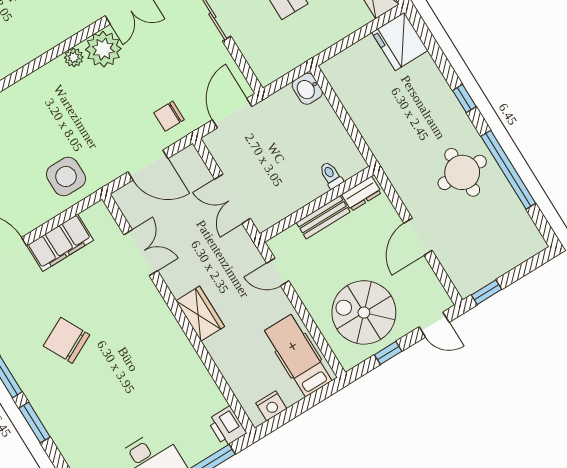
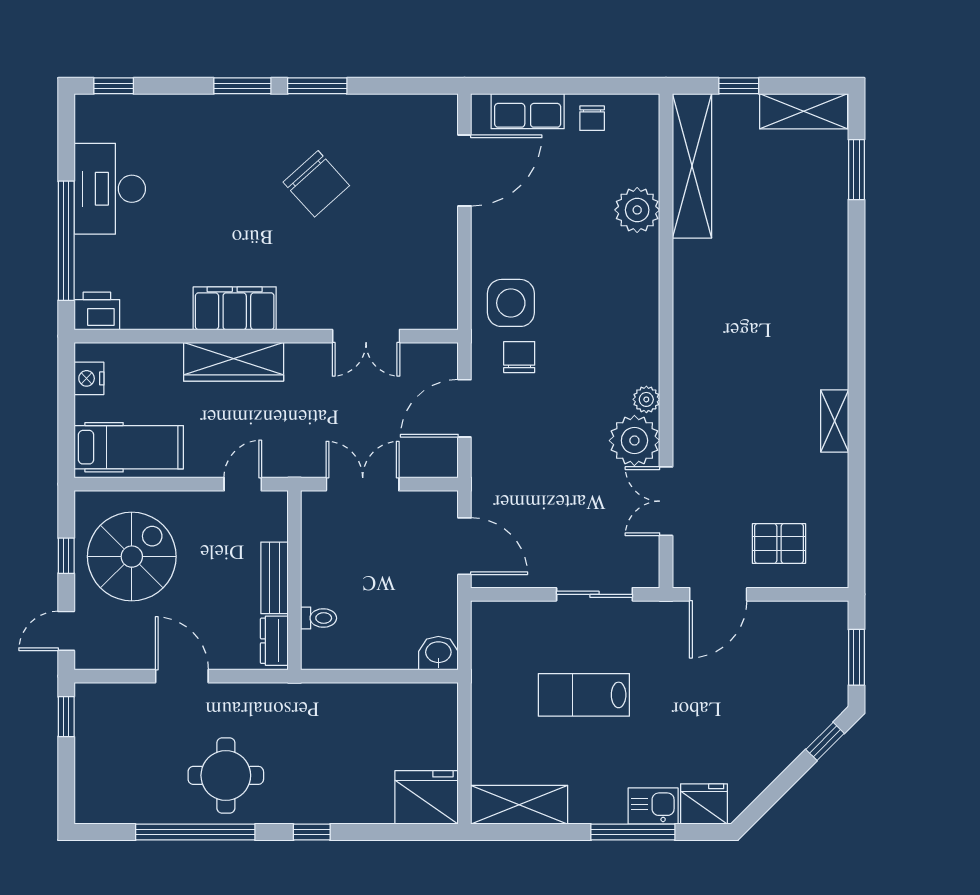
chair: (169, 116) -> (519, 357), moved
filing cabinet: (60, 243) -> (235, 308), moved, turned 90
wardrobe: (200, 314) -> (234, 362), width x1.50
chair: (67, 340) -> (316, 184), turned 75

